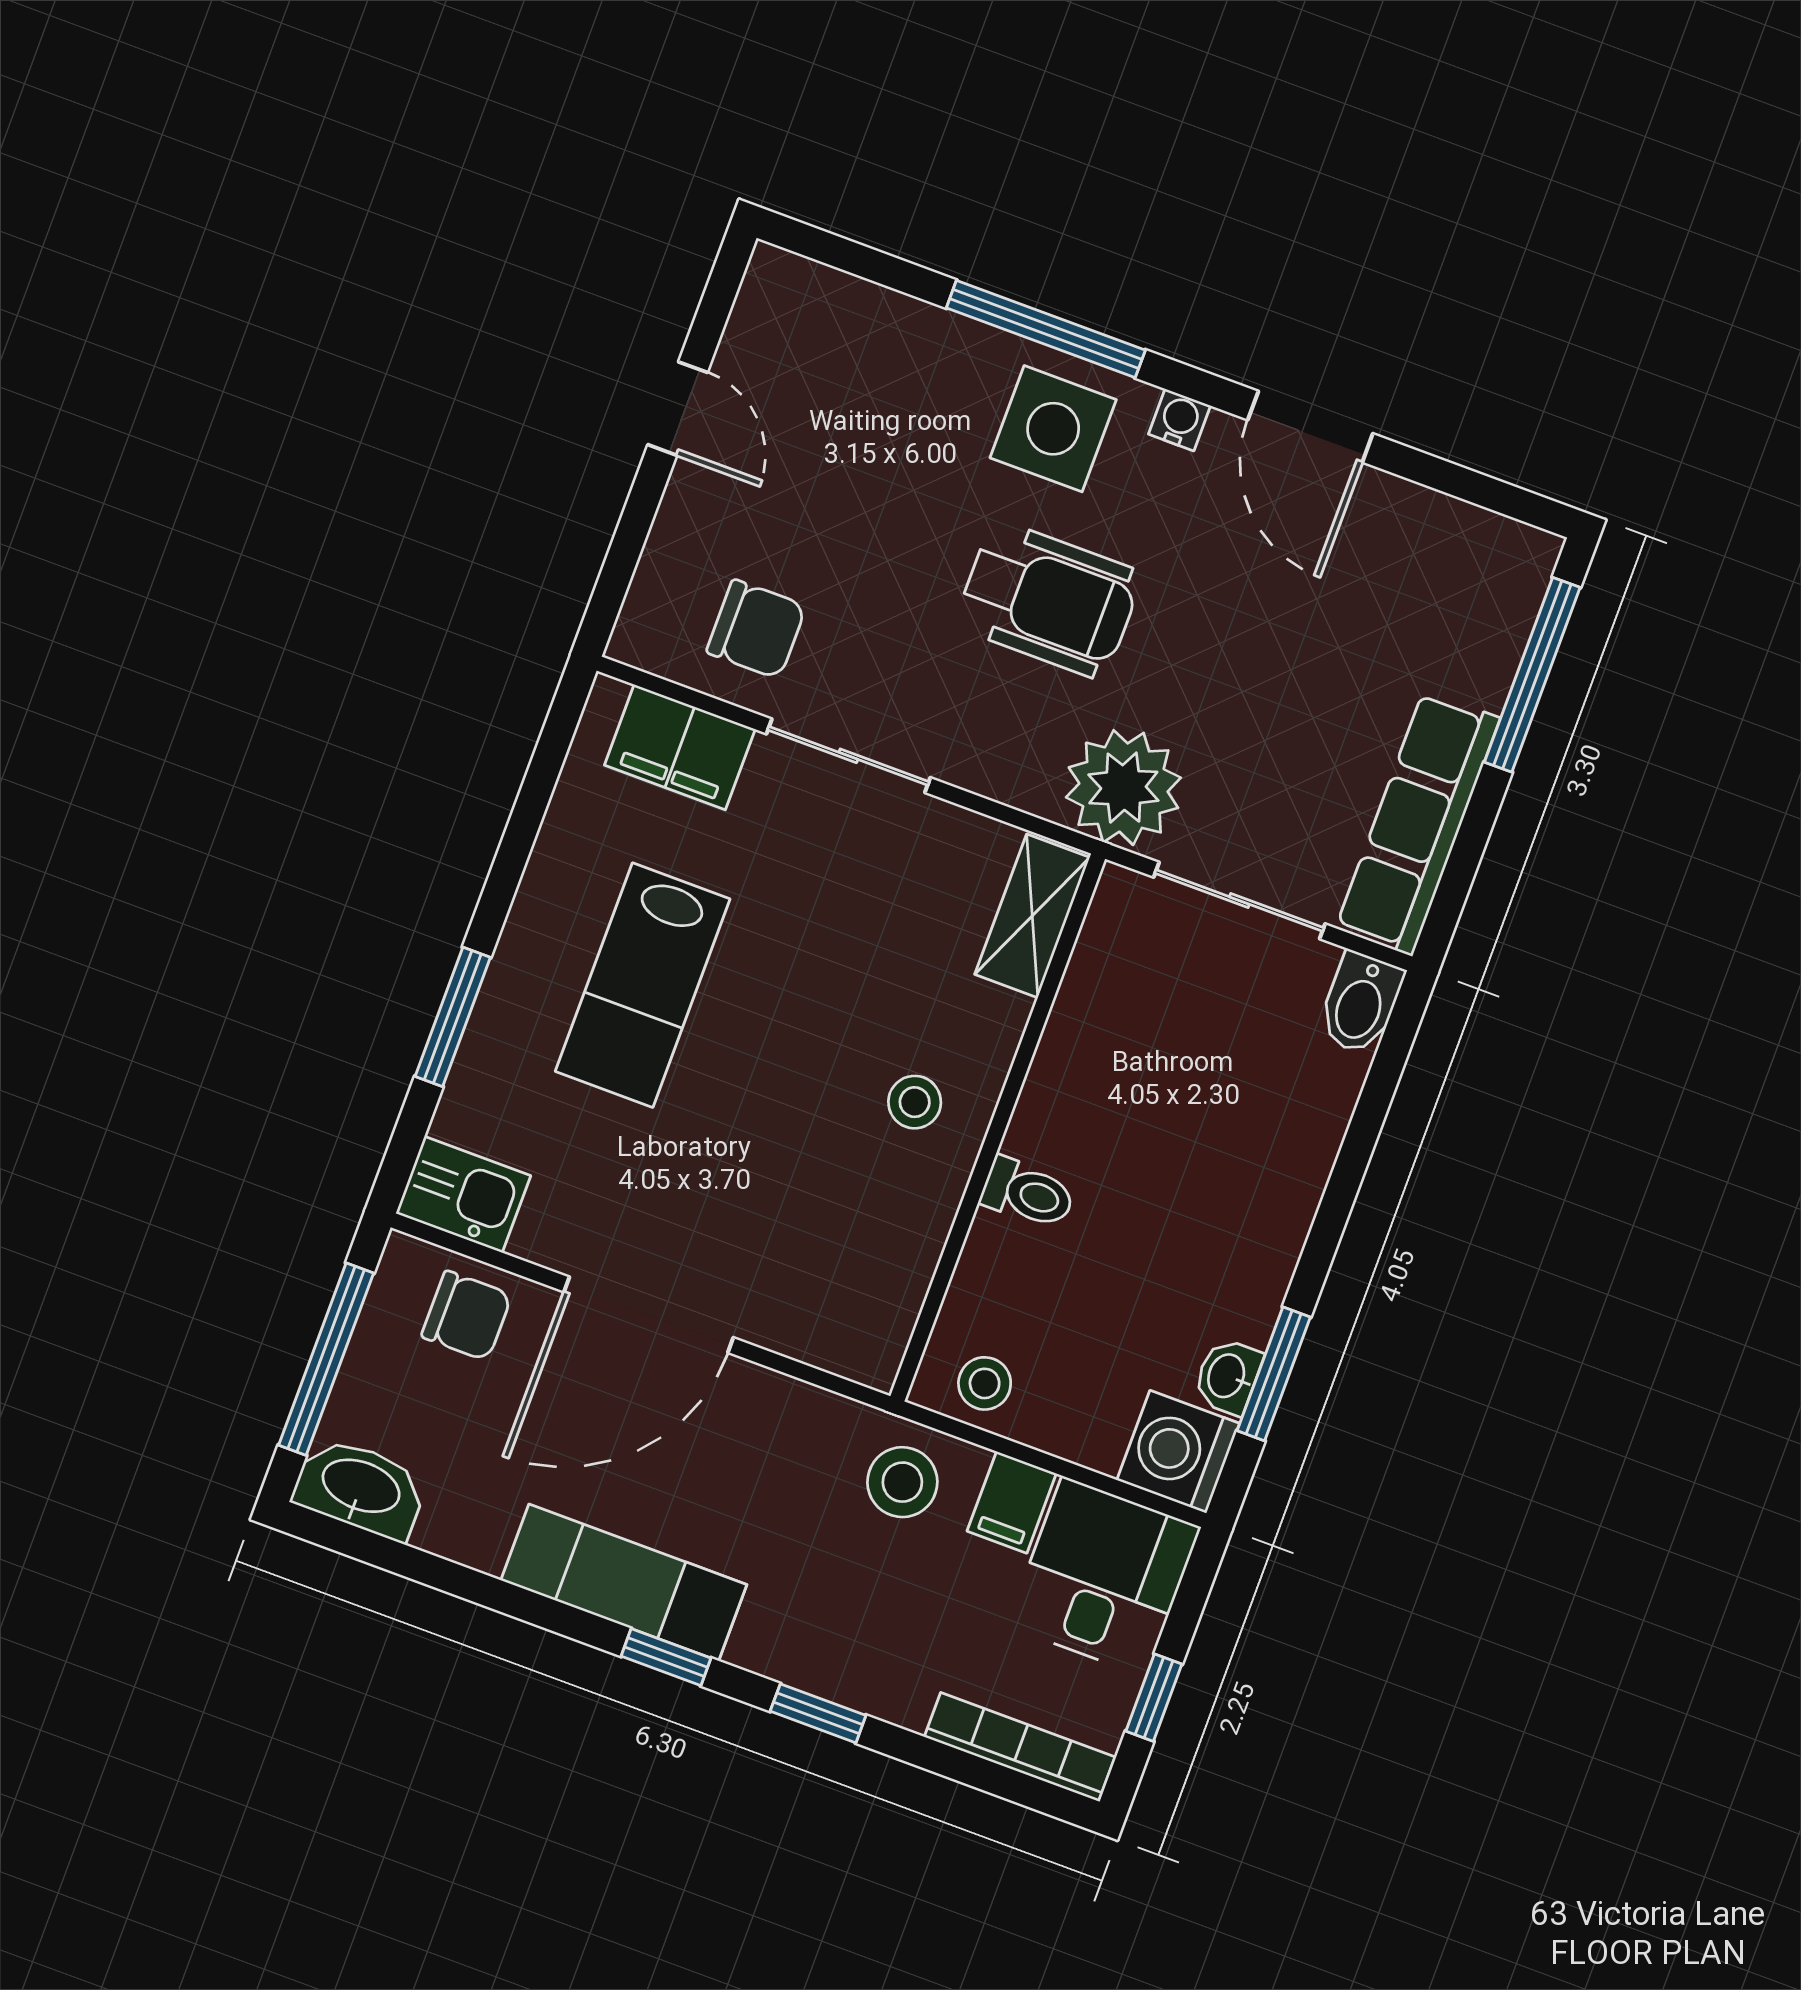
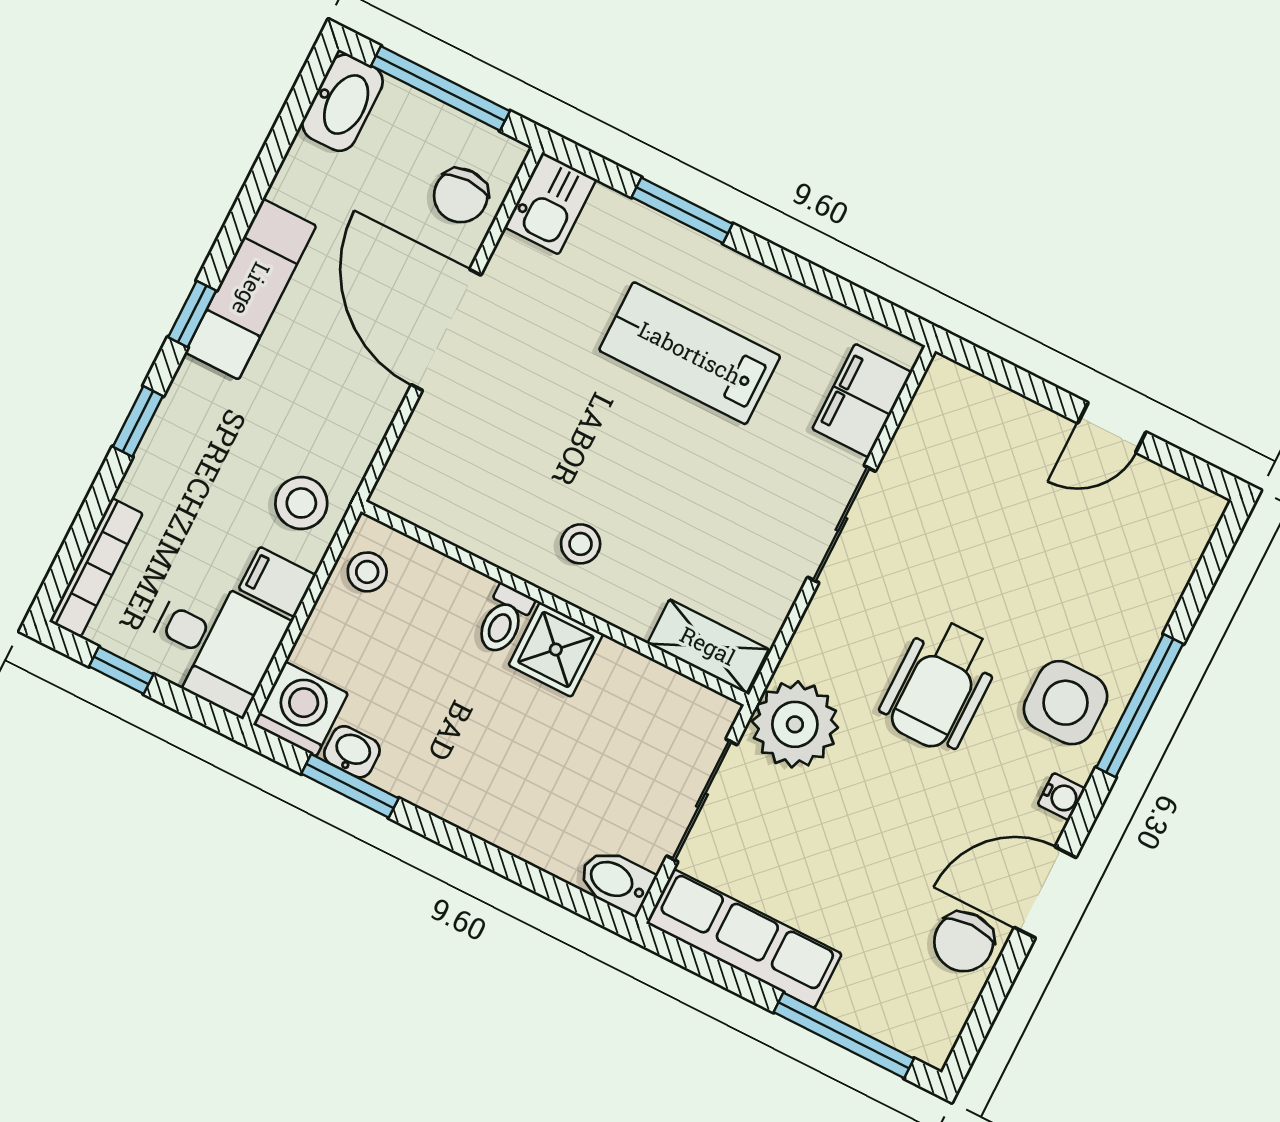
chair: (756, 629) -> (964, 942), moved
shower: (1060, 1119) -> (556, 649), added

